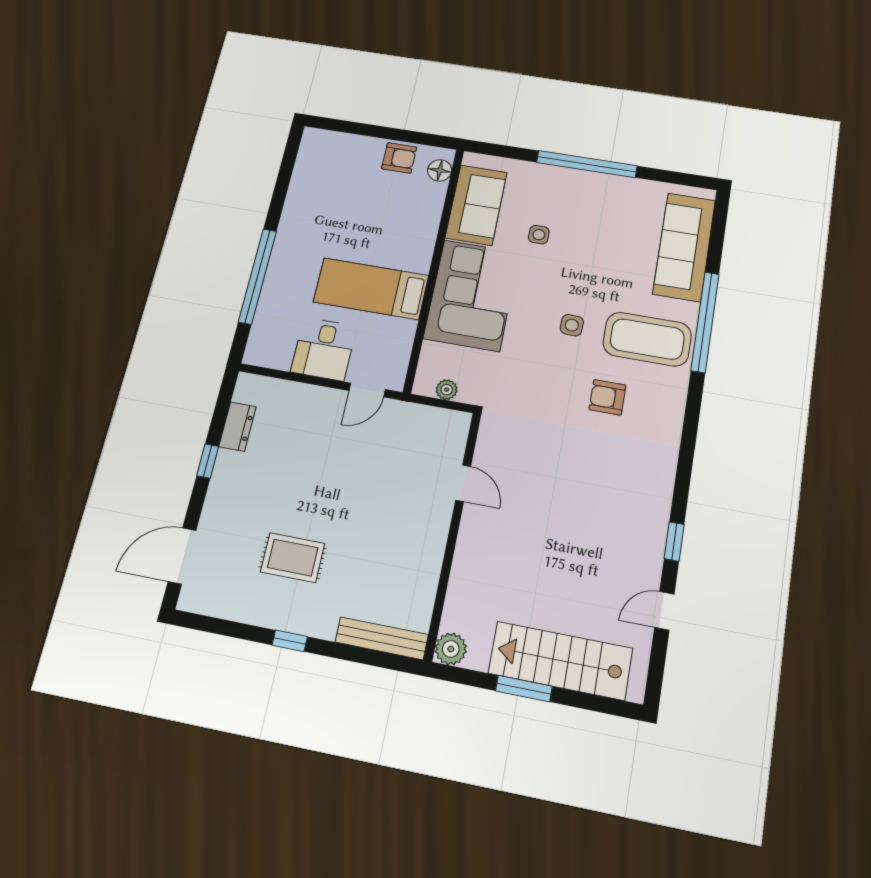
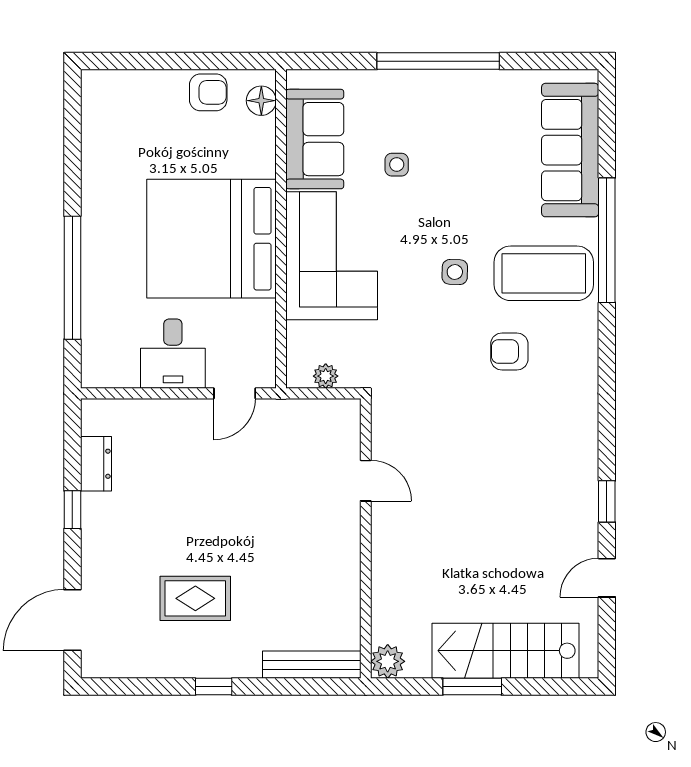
bed: (371, 289) -> (211, 239), width x2.04

